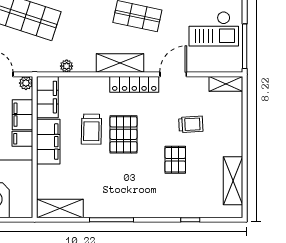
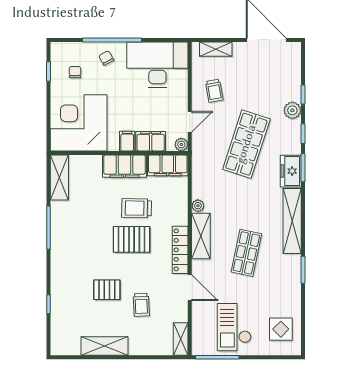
plant: (67, 66) -> (198, 206), moved
shelving: (233, 181) -> (104, 346), moved

